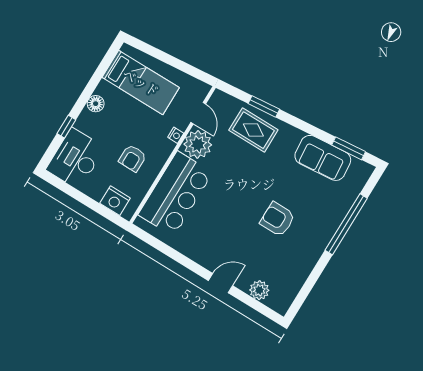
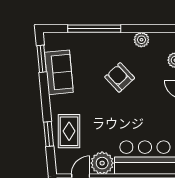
armchair: (278, 219) -> (120, 77), turned 137
plant: (303, 267) -> (141, 40), added

